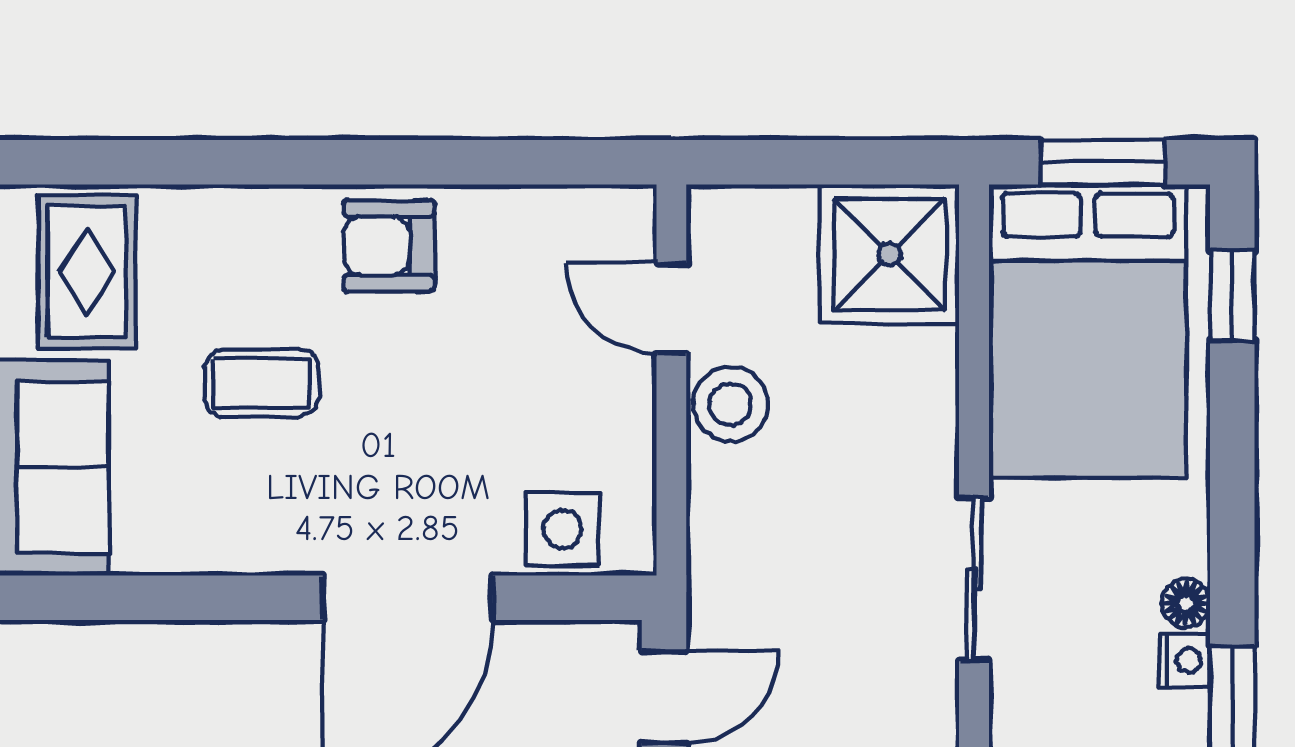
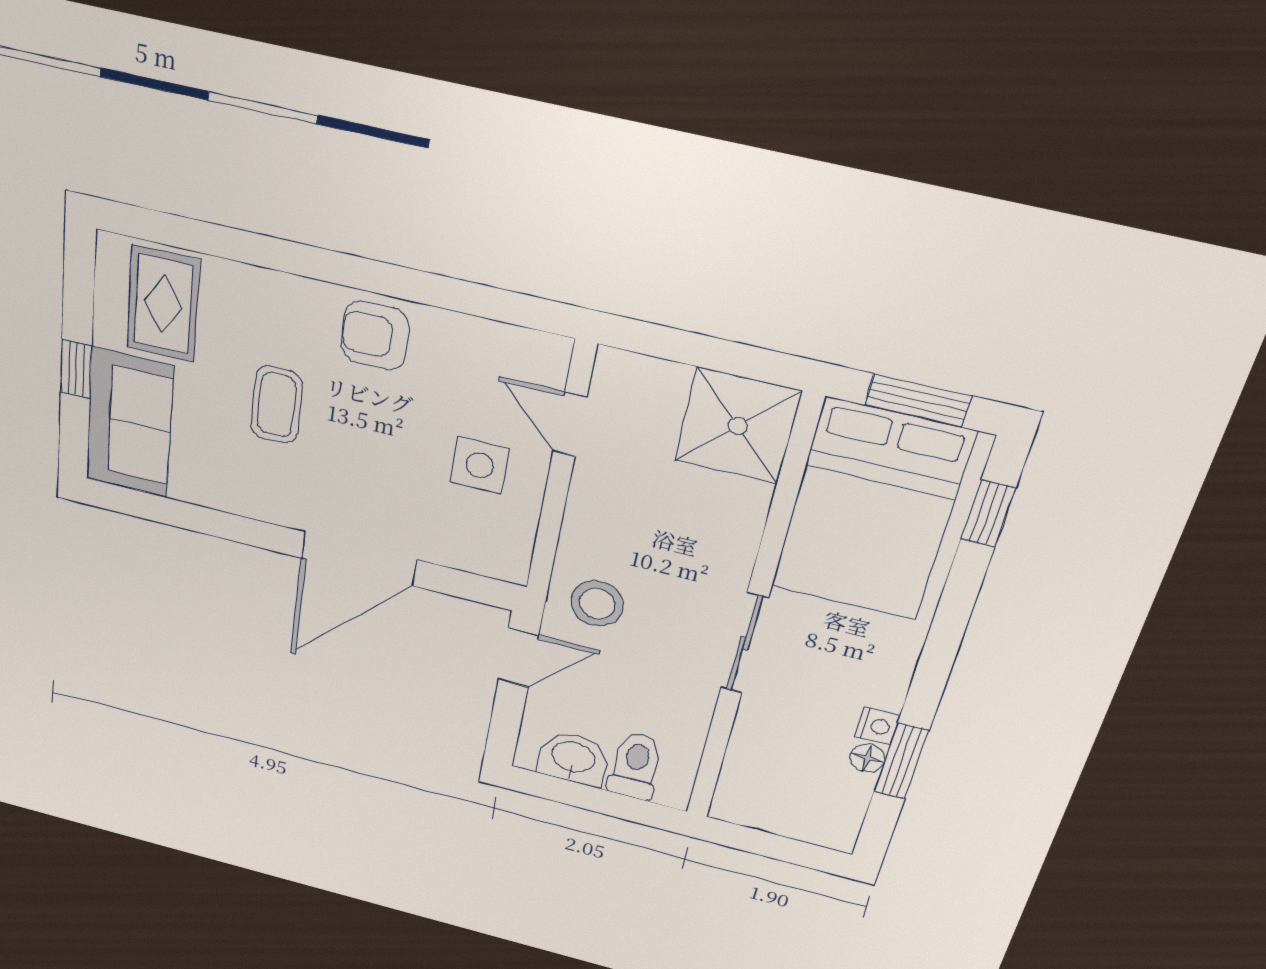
coffee table: (262, 383) -> (276, 405), turned 90
stool: (730, 404) -> (597, 604), moved
side table: (562, 529) -> (480, 466), moved
floor lamp: (1186, 603) -> (867, 758), moved

